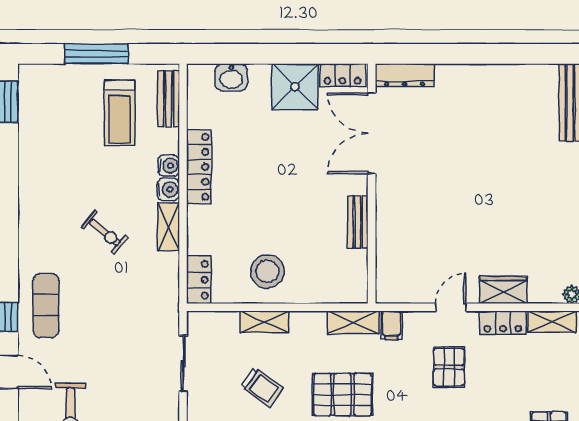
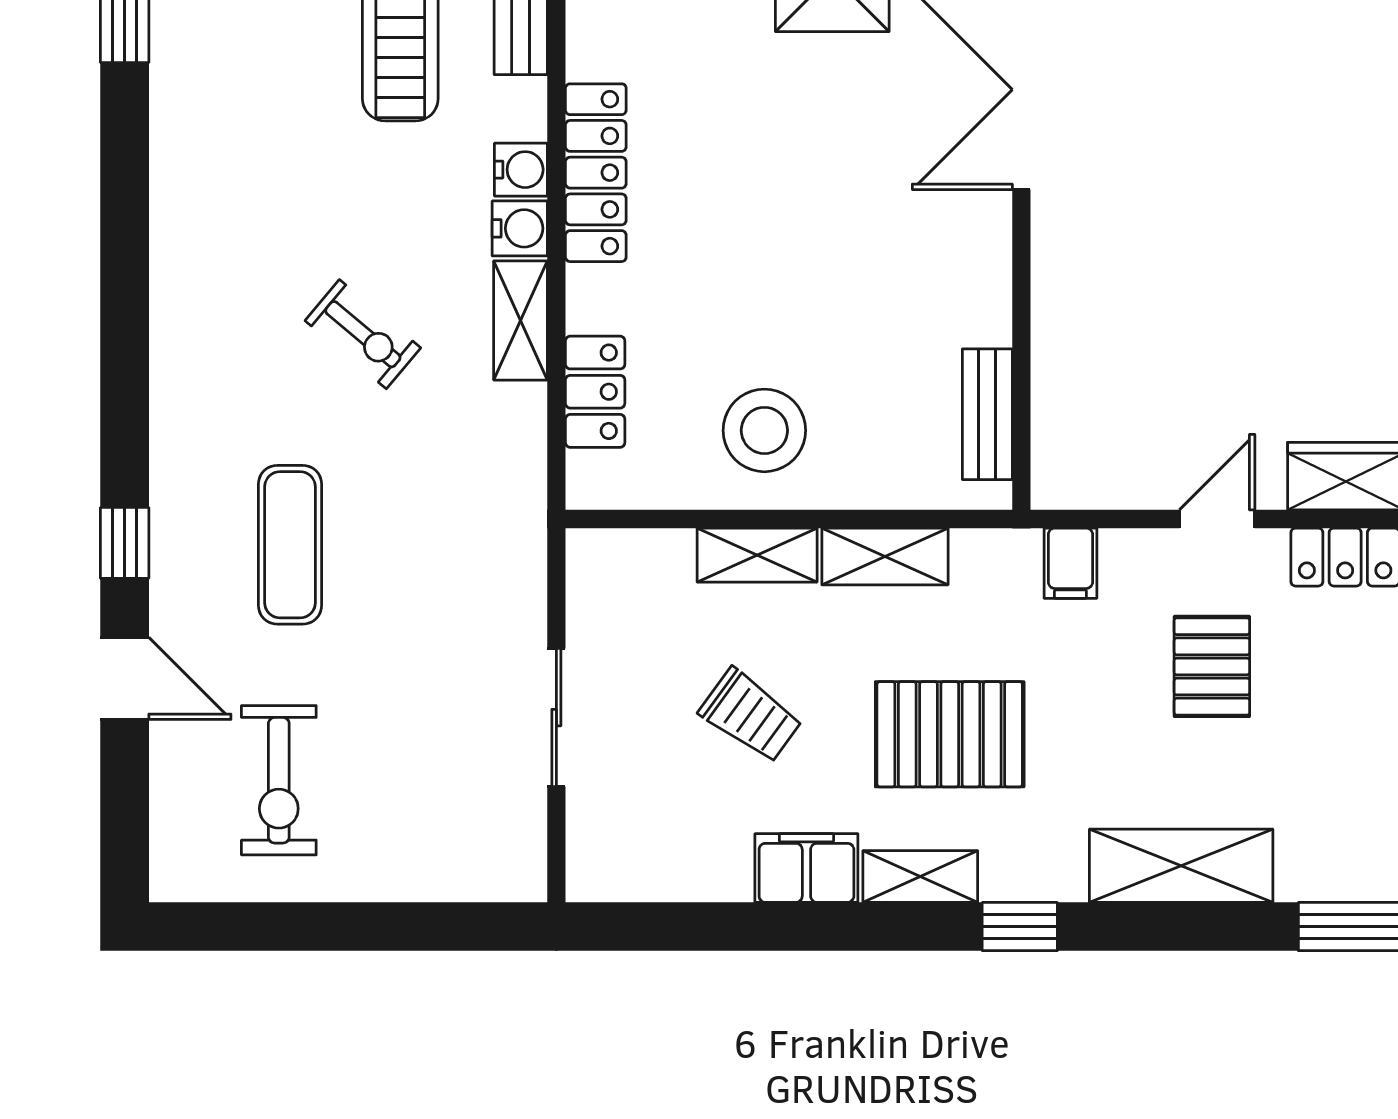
bench: (358, 222) -> (987, 414), moved
locker: (199, 280) -> (595, 392), moved
exercise mat: (46, 305) -> (290, 545), moved
shelving: (353, 322) -> (885, 556), moved
sliding door: (183, 364) -> (556, 718), moved

